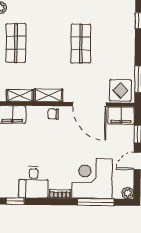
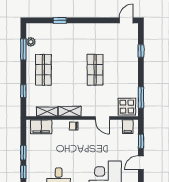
door: (89, 104) -> (102, 118), width x0.53
filing cabinet: (121, 115) -> (128, 127), width x0.50

